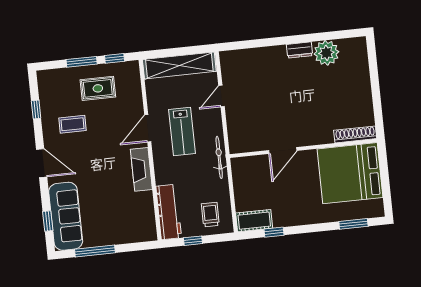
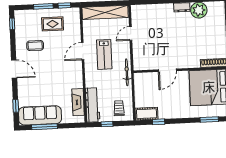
window: (36, 109) -> (12, 24), moved
fireplace: (141, 169) -> (78, 102), moved
sofa: (66, 216) -> (40, 115), moved, turned -90

